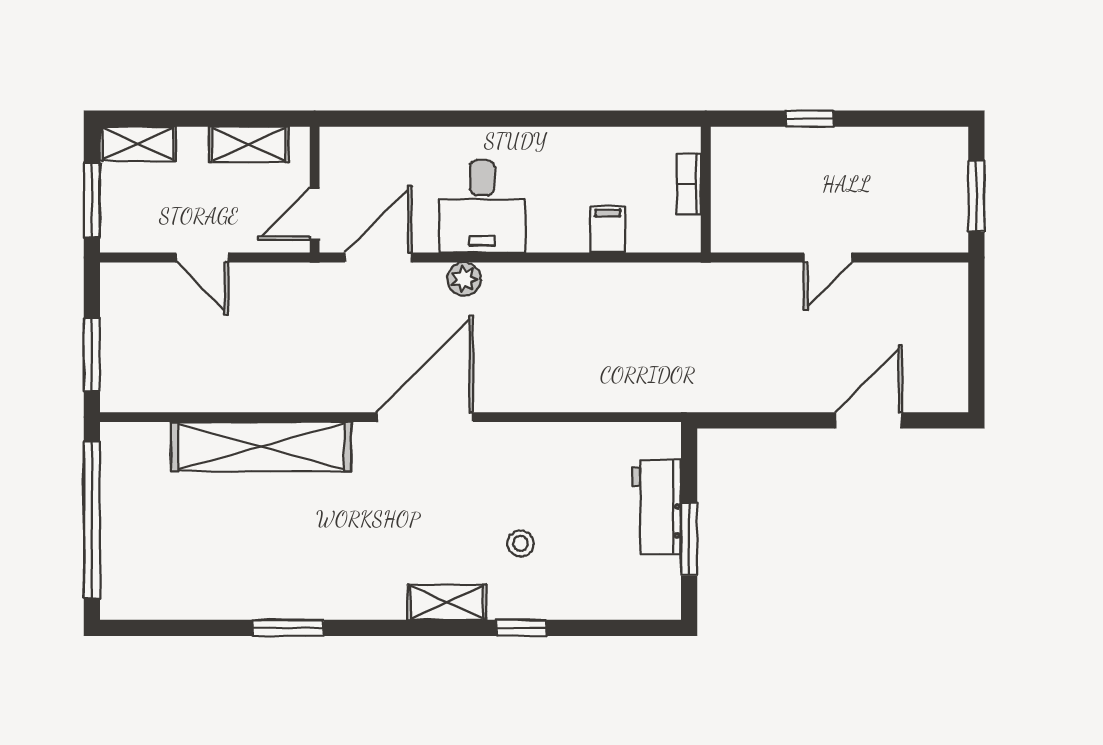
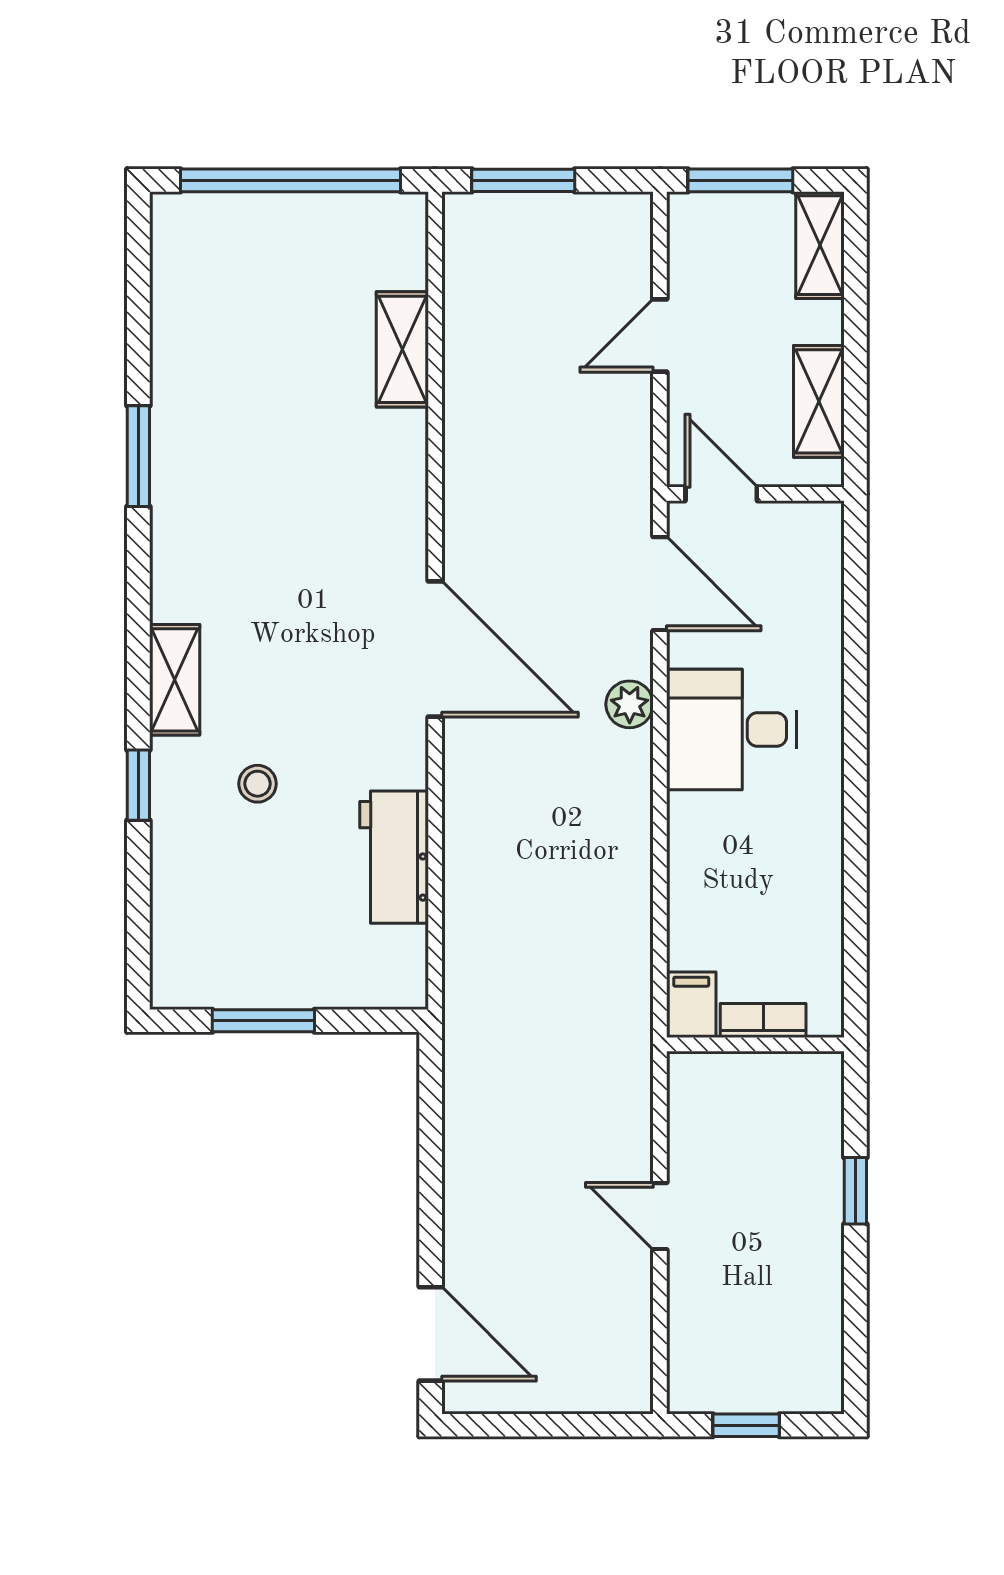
window: (976, 196) -> (746, 1425), width x0.67
filing cabinet: (608, 229) -> (691, 1005), moved, turned -90
door: (868, 420) -> (431, 1334), moved
shelving: (261, 447) -> (402, 349), width x0.45, depth x0.75
workbench: (657, 507) -> (394, 857), moved, turned -90

